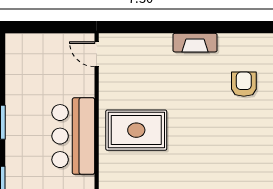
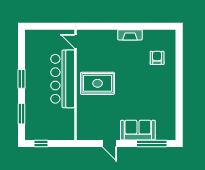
bar counter: (73, 136) -> (63, 79), width x1.36

